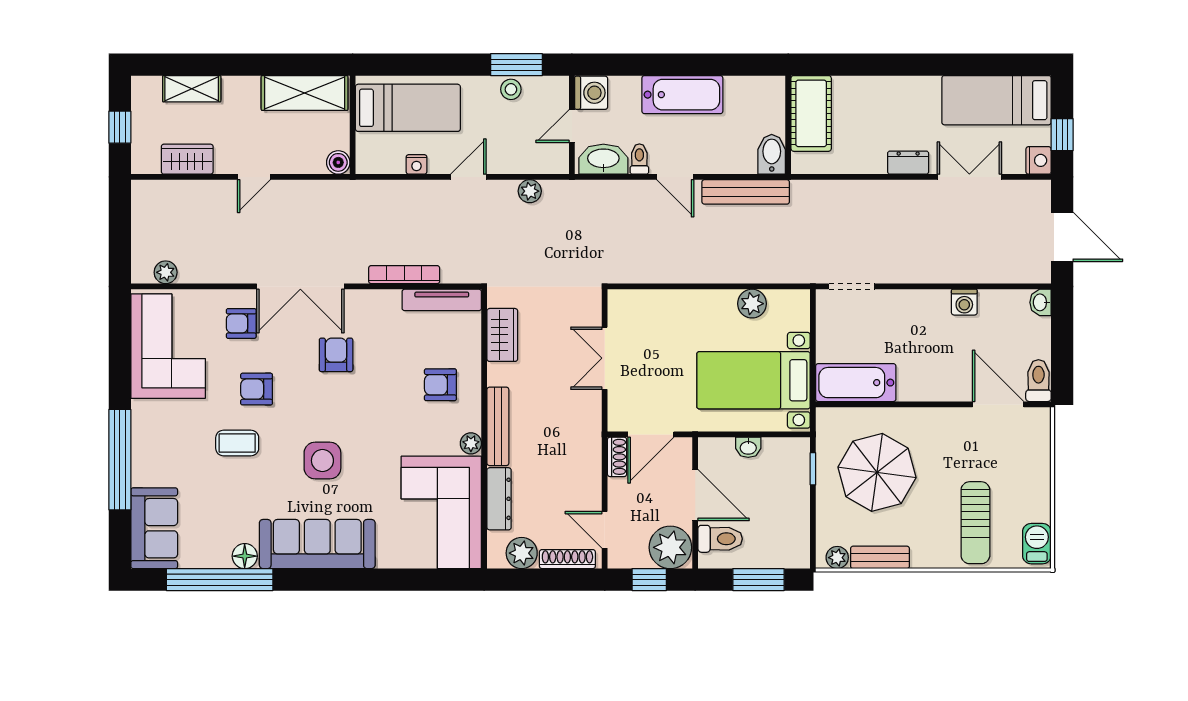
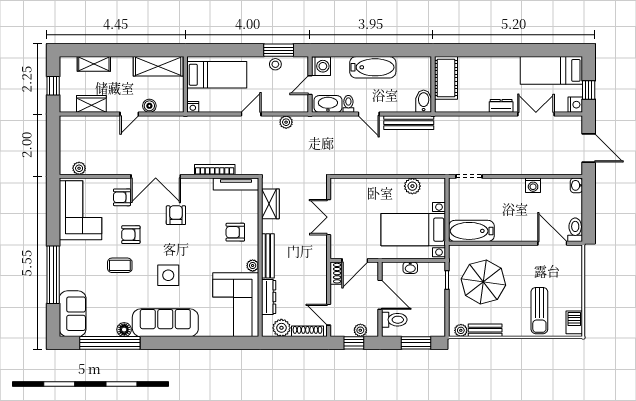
boiler: (338, 162) -> (149, 106), moved
nightstand: (416, 164) -> (193, 107), moved
plant: (670, 547) -> (360, 330), width x0.53, depth x0.53

